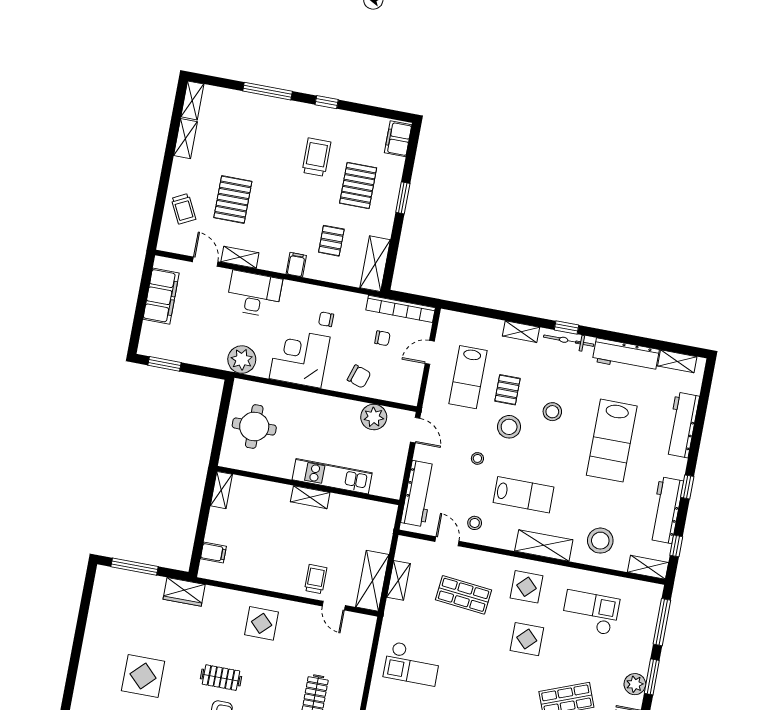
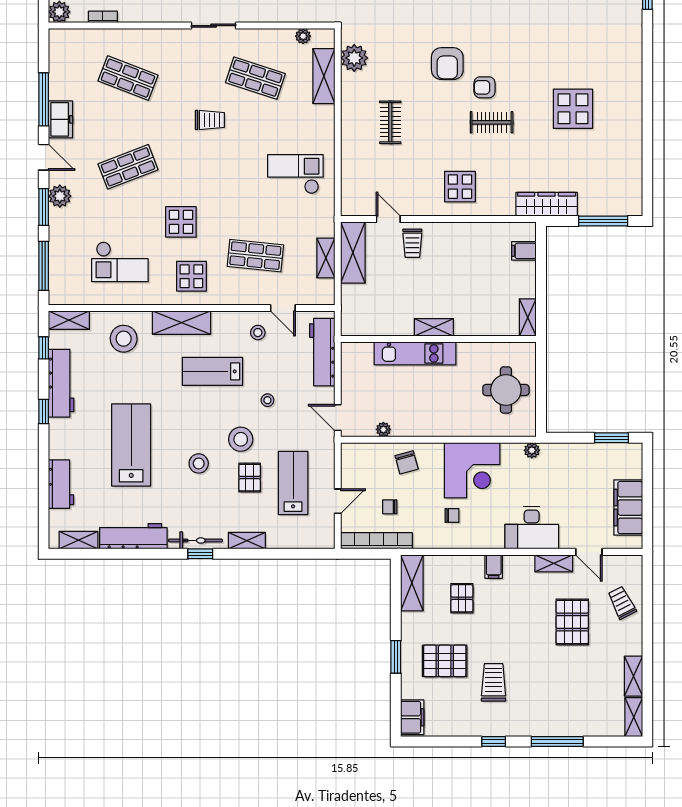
trolley: (316, 157) -> (494, 682), turned 180
pallet: (358, 186) -> (445, 661), turned 90
plant: (242, 360) -> (532, 450), width x0.53, depth x0.53
chair: (359, 376) -> (407, 462), turned -123
plant: (374, 417) -> (383, 429), width x0.53, depth x0.53
workbench: (682, 425) -> (61, 484), width x0.73
wardrobe: (184, 592) -> (547, 204), width x1.50

